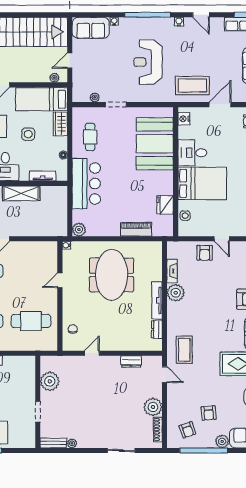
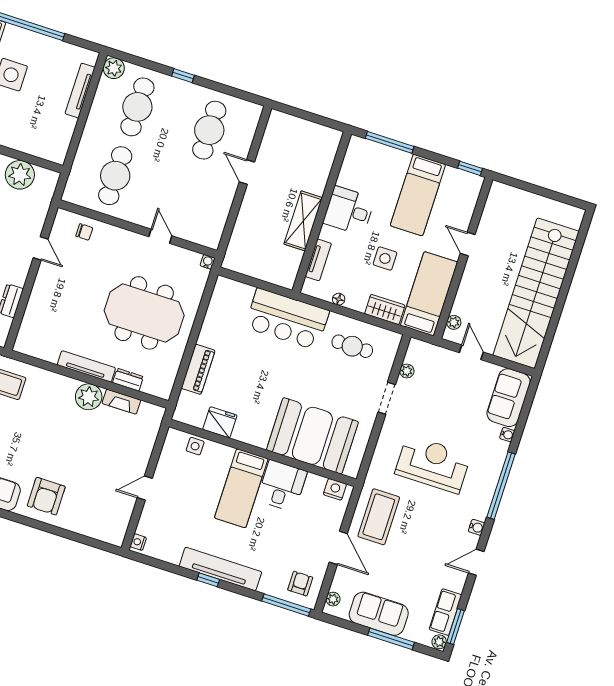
bed: (202, 183) -> (241, 488), width x0.67
plant: (79, 230) -> (224, 287), removed
armchair: (205, 253) -> (133, 457), removed
dresser: (157, 329) -> (128, 380), moved

